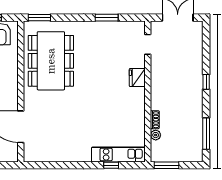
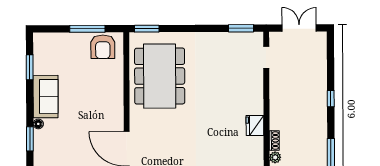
window: (107, 18) -> (241, 28), moved
fridge: (137, 78) -> (255, 125), moved

